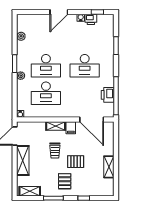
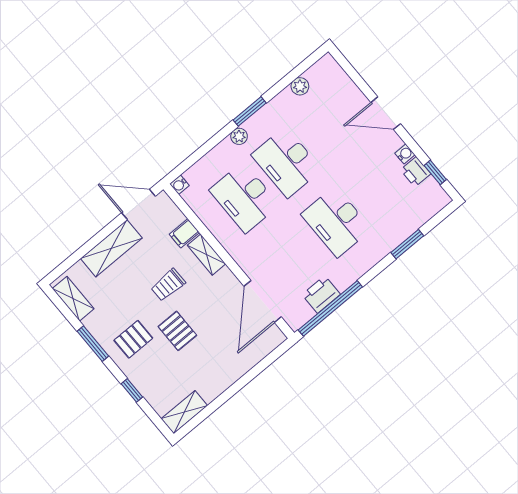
filing cabinet: (71, 128) -> (184, 233), moved
shelving: (109, 167) -> (184, 412), moved

